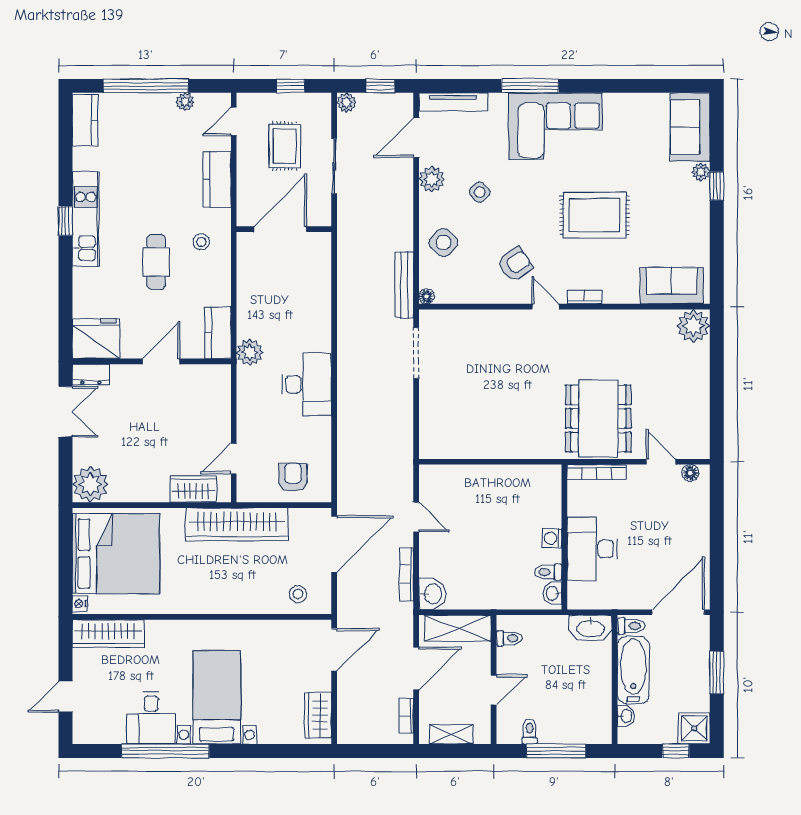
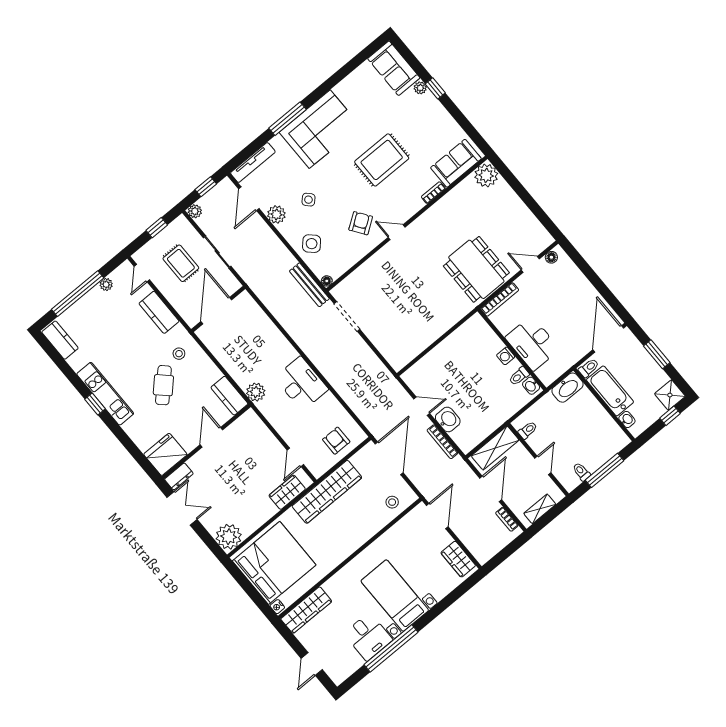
cafe table: (156, 262) -> (163, 385), turned 44
bookcase: (585, 297) -> (433, 193), moved
washbasin: (432, 594) -> (448, 419), moved

